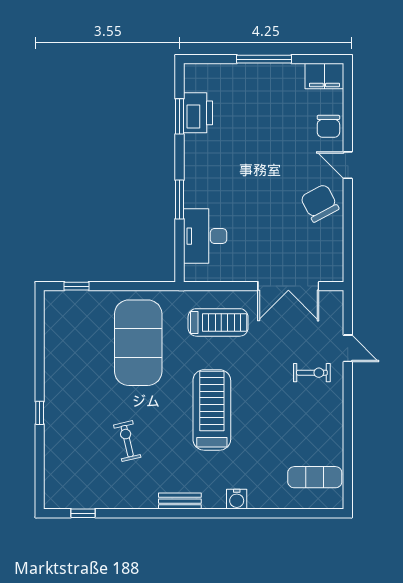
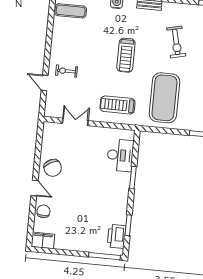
window: (264, 59) -> (104, 256), moved
printer: (198, 113) -> (117, 236), moved
double door: (288, 286) -> (75, 122), width x0.73
treadmill: (212, 410) -> (126, 55), width x0.73, depth x0.73
exercise bike: (127, 441) -> (176, 42), width x1.38, depth x1.39

